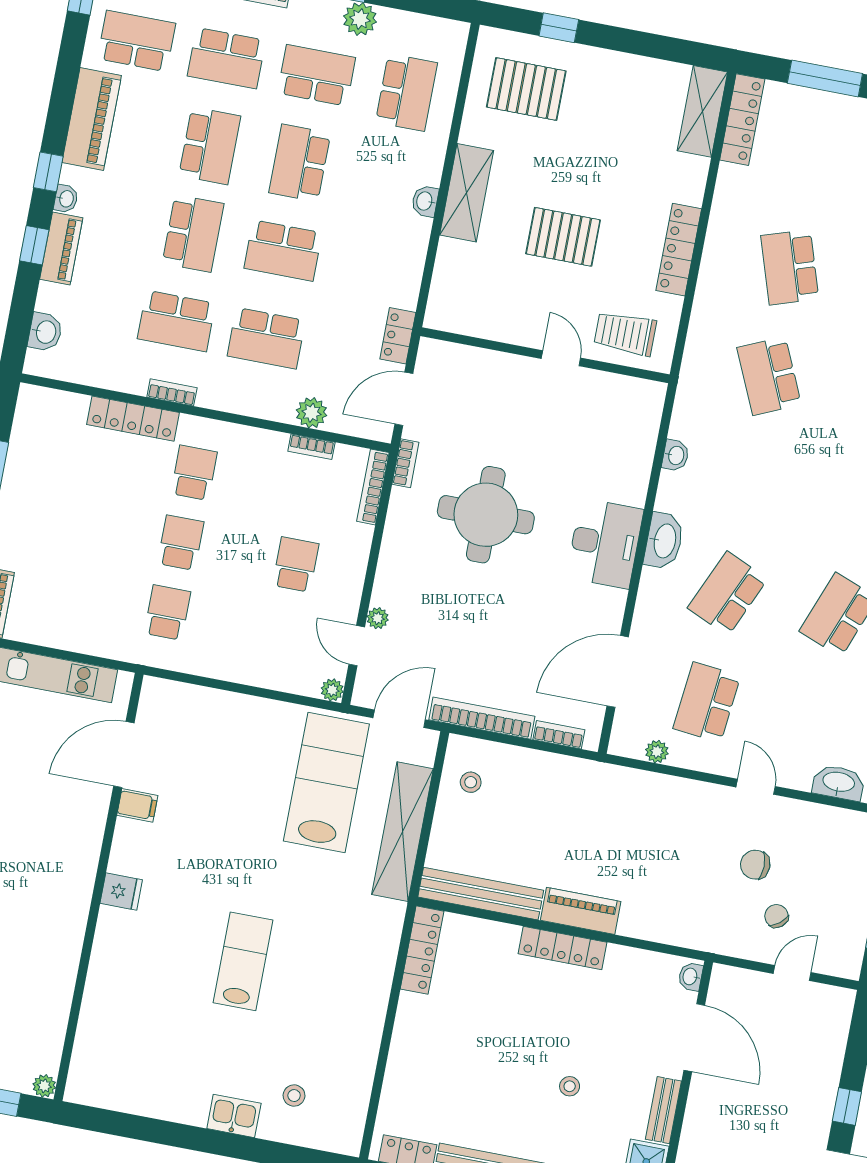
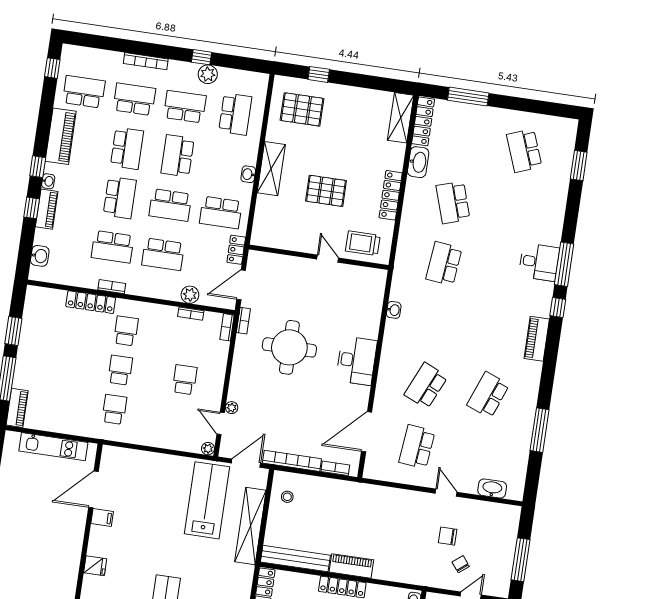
school desk: (227, 58) -> (134, 99), turned 180
school desk: (373, 268) -> (221, 213), added
school desk: (769, 376) -> (444, 264), turned 30
bookcase: (373, 487) -> (227, 327), width x0.64
washbasin: (664, 541) -> (418, 162), moved
plant: (657, 752) -> (390, 475), removed

